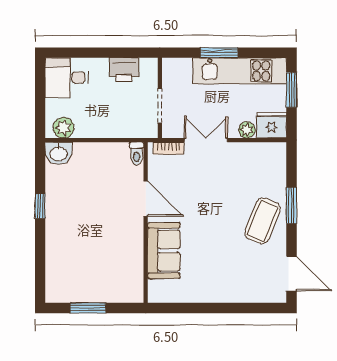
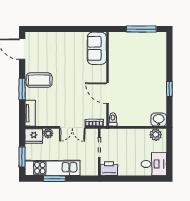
window: (219, 53) -> (54, 179), moved
printer: (124, 70) -> (109, 169), moved
tv unit: (278, 164) -> (30, 113), added
coffee table: (262, 221) -> (39, 80), turned 68
sofa: (164, 251) -> (97, 48), moved
window: (88, 308) -> (141, 29), width x1.44

